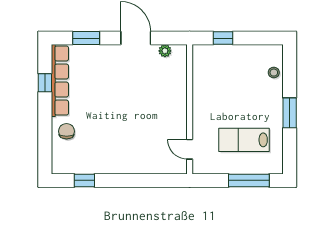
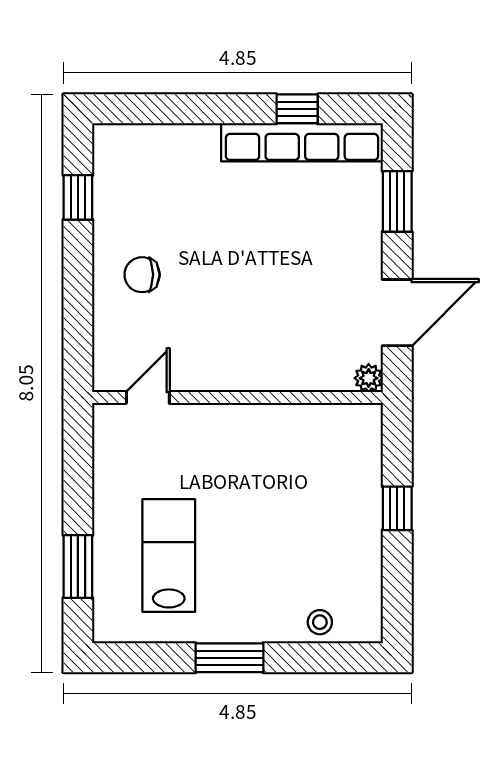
wall: (190, 109) -> (238, 398), moved
chair: (67, 131) -> (142, 275), moved, turned 180
door: (190, 149) -> (148, 398), moved
window: (249, 180) -> (78, 567), width x0.69

